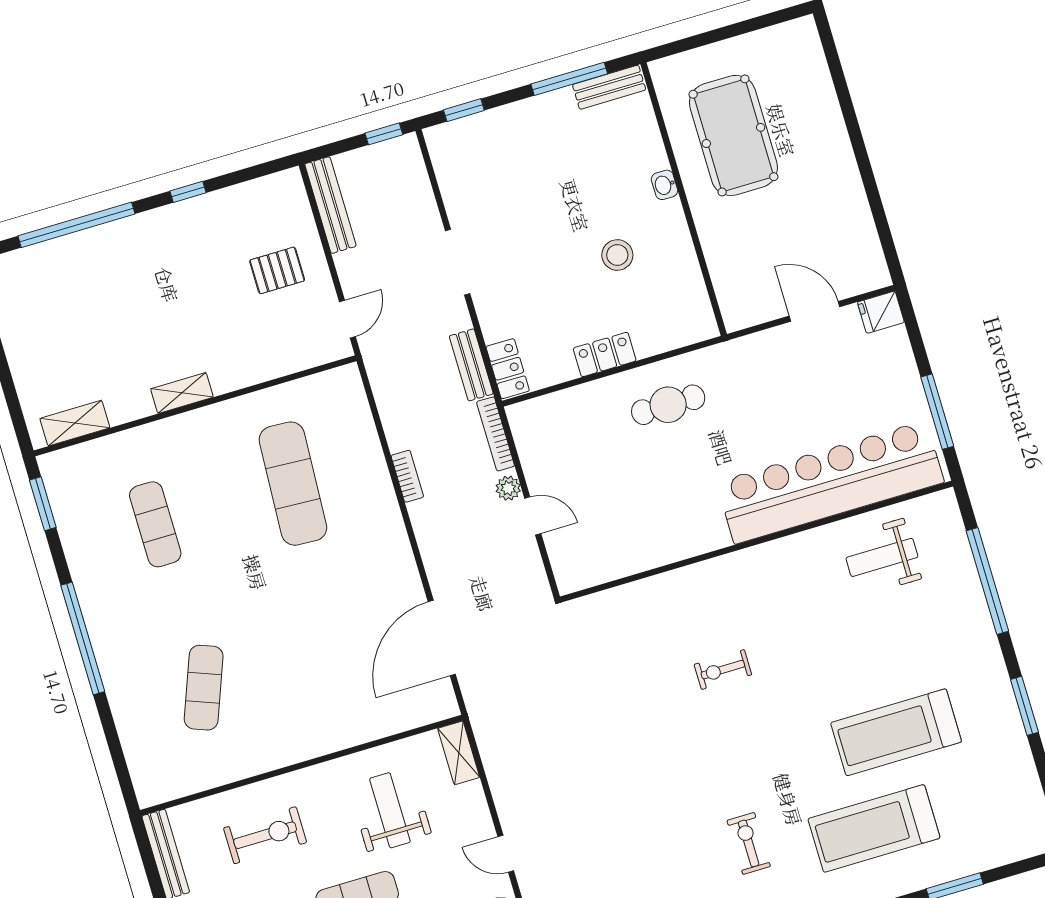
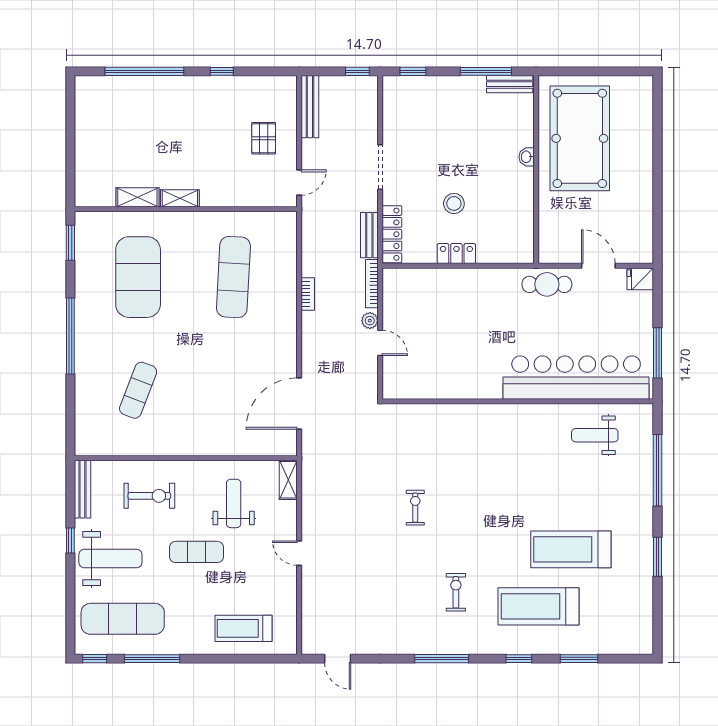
pool table: (733, 135) -> (580, 138), width x1.36, depth x1.32
stool: (617, 255) -> (454, 203), moved
pallet: (277, 270) -> (264, 138), turned 90
locker: (508, 369) -> (392, 234), width x1.53
cafe table: (668, 405) -> (547, 284), moved
shelving: (75, 423) -> (137, 197), moved
exercise mat: (155, 524) -> (138, 277), width x2.00, depth x1.45
exercise bike: (723, 670) -> (415, 508), moved, turned 90

